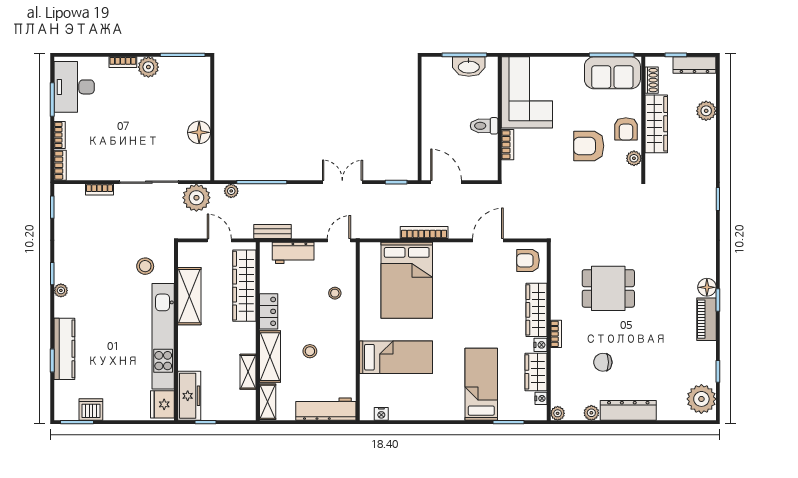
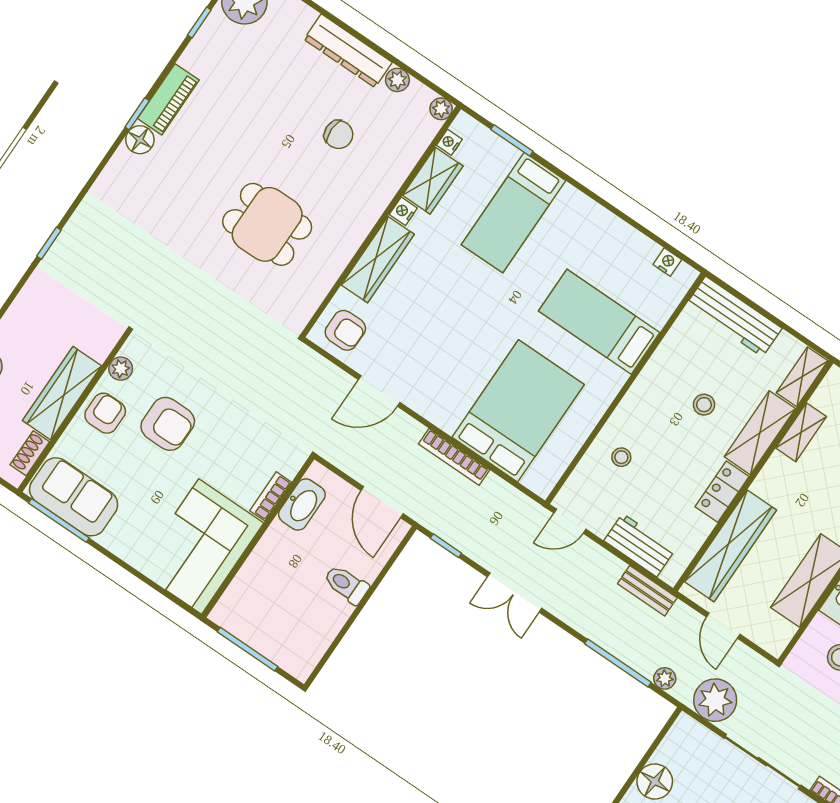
washbasin: (469, 67) -> (302, 504), moved, turned 90
toilet: (484, 126) -> (346, 585), moved, turned 180
bookcase: (556, 334) -> (374, 212), removed

